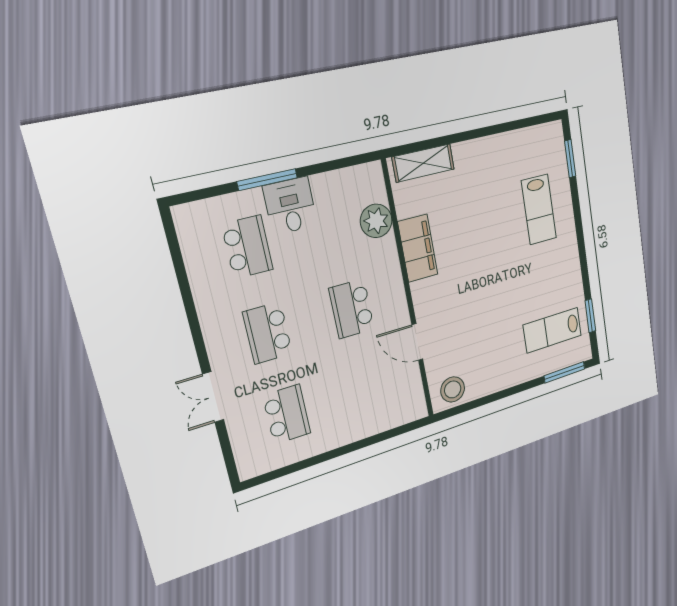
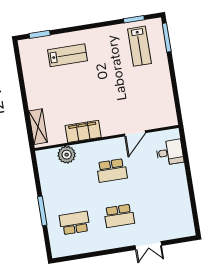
desk: (290, 206) -> (170, 152), moved, turned 180
stool: (453, 389) -> (165, 113), removed
school desk: (287, 414) -> (164, 209), removed

